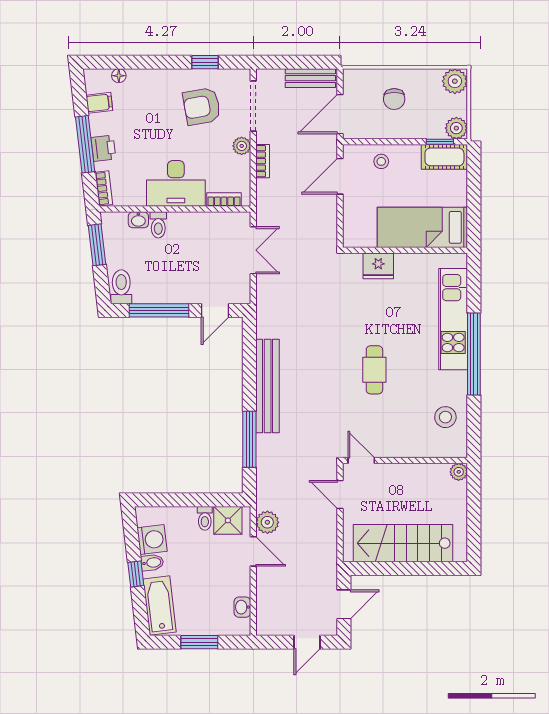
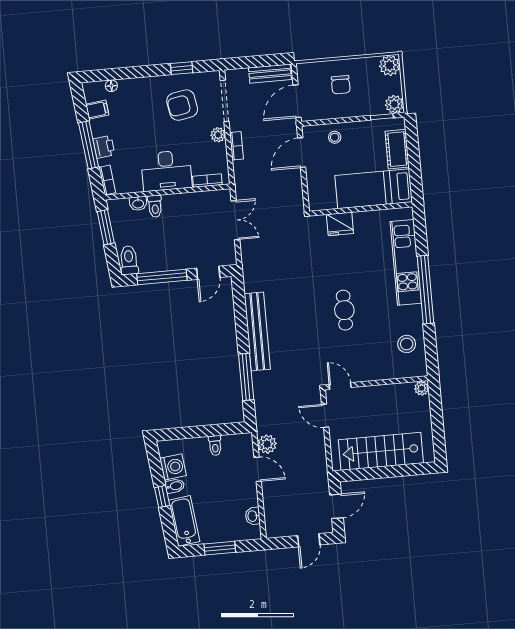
cot: (444, 157) -> (397, 149), moved, turned 90
shower: (228, 520) -> (234, 445), removed

